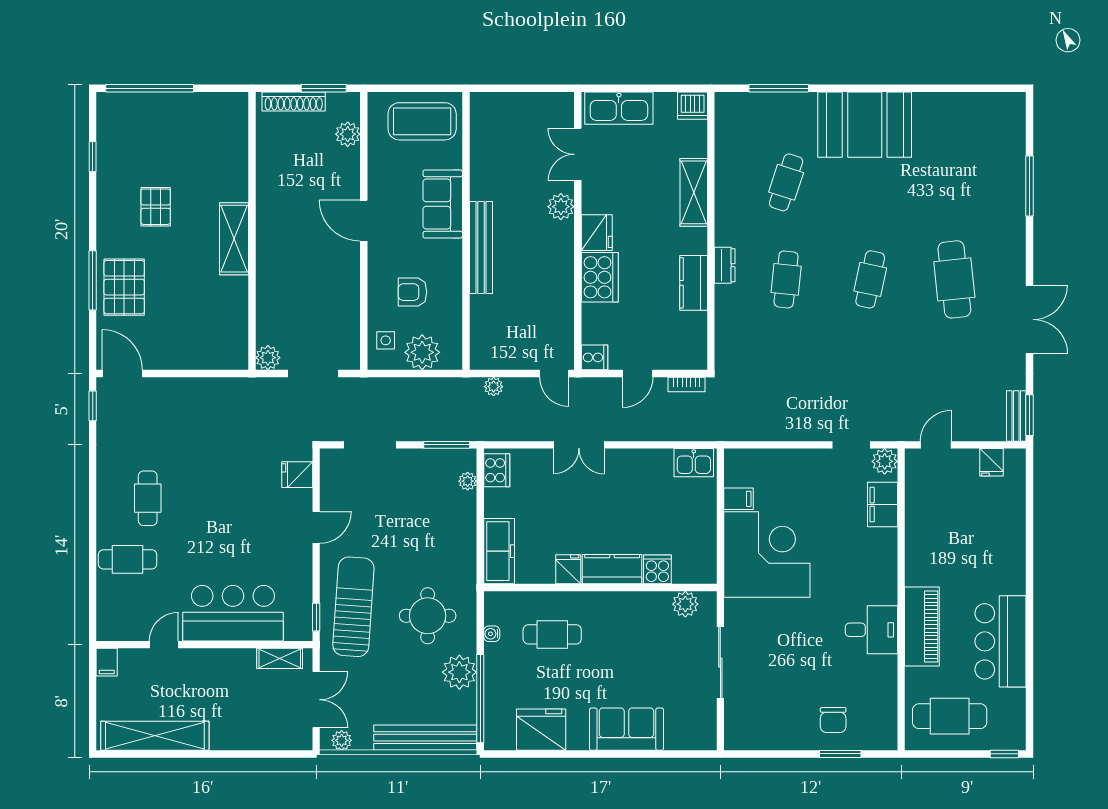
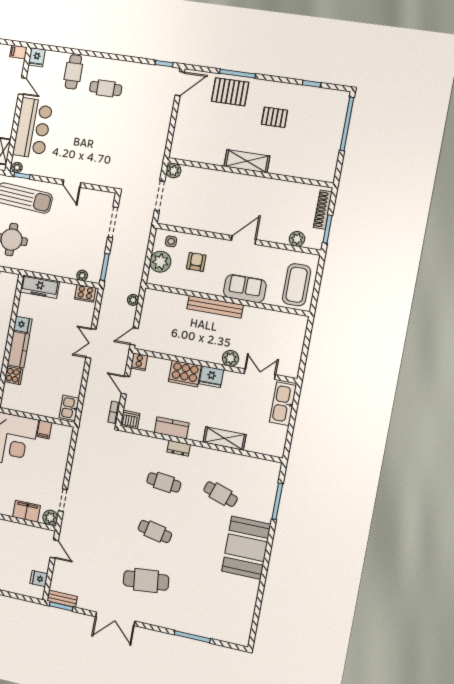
dishwasher: (693, 106) -> (130, 420), moved, turned 90
fridge: (297, 475) -> (37, 57), moved, turned 180
plant: (304, 629) -> (17, 167), added

